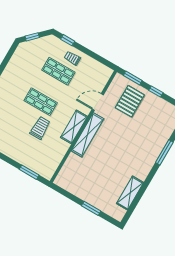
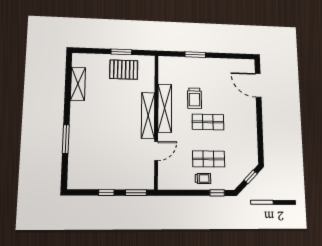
pallet: (130, 101) -> (124, 70), moved, turned 90
shelving: (74, 127) -> (165, 108), width x1.47
window: (29, 172) -> (195, 55), moved
window: (91, 208) -> (121, 52), moved

